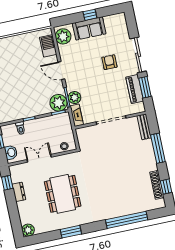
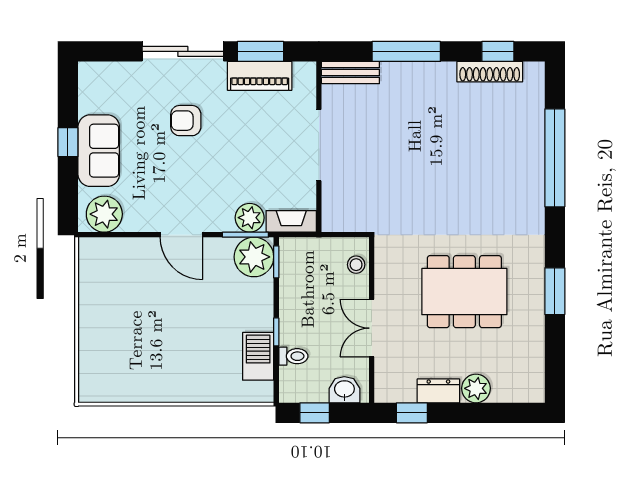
barbecue: (48, 46) -> (258, 356), moved, turned 90
door: (61, 71) -> (181, 235), hinge flipped
plant: (28, 230) -> (476, 388), moved

